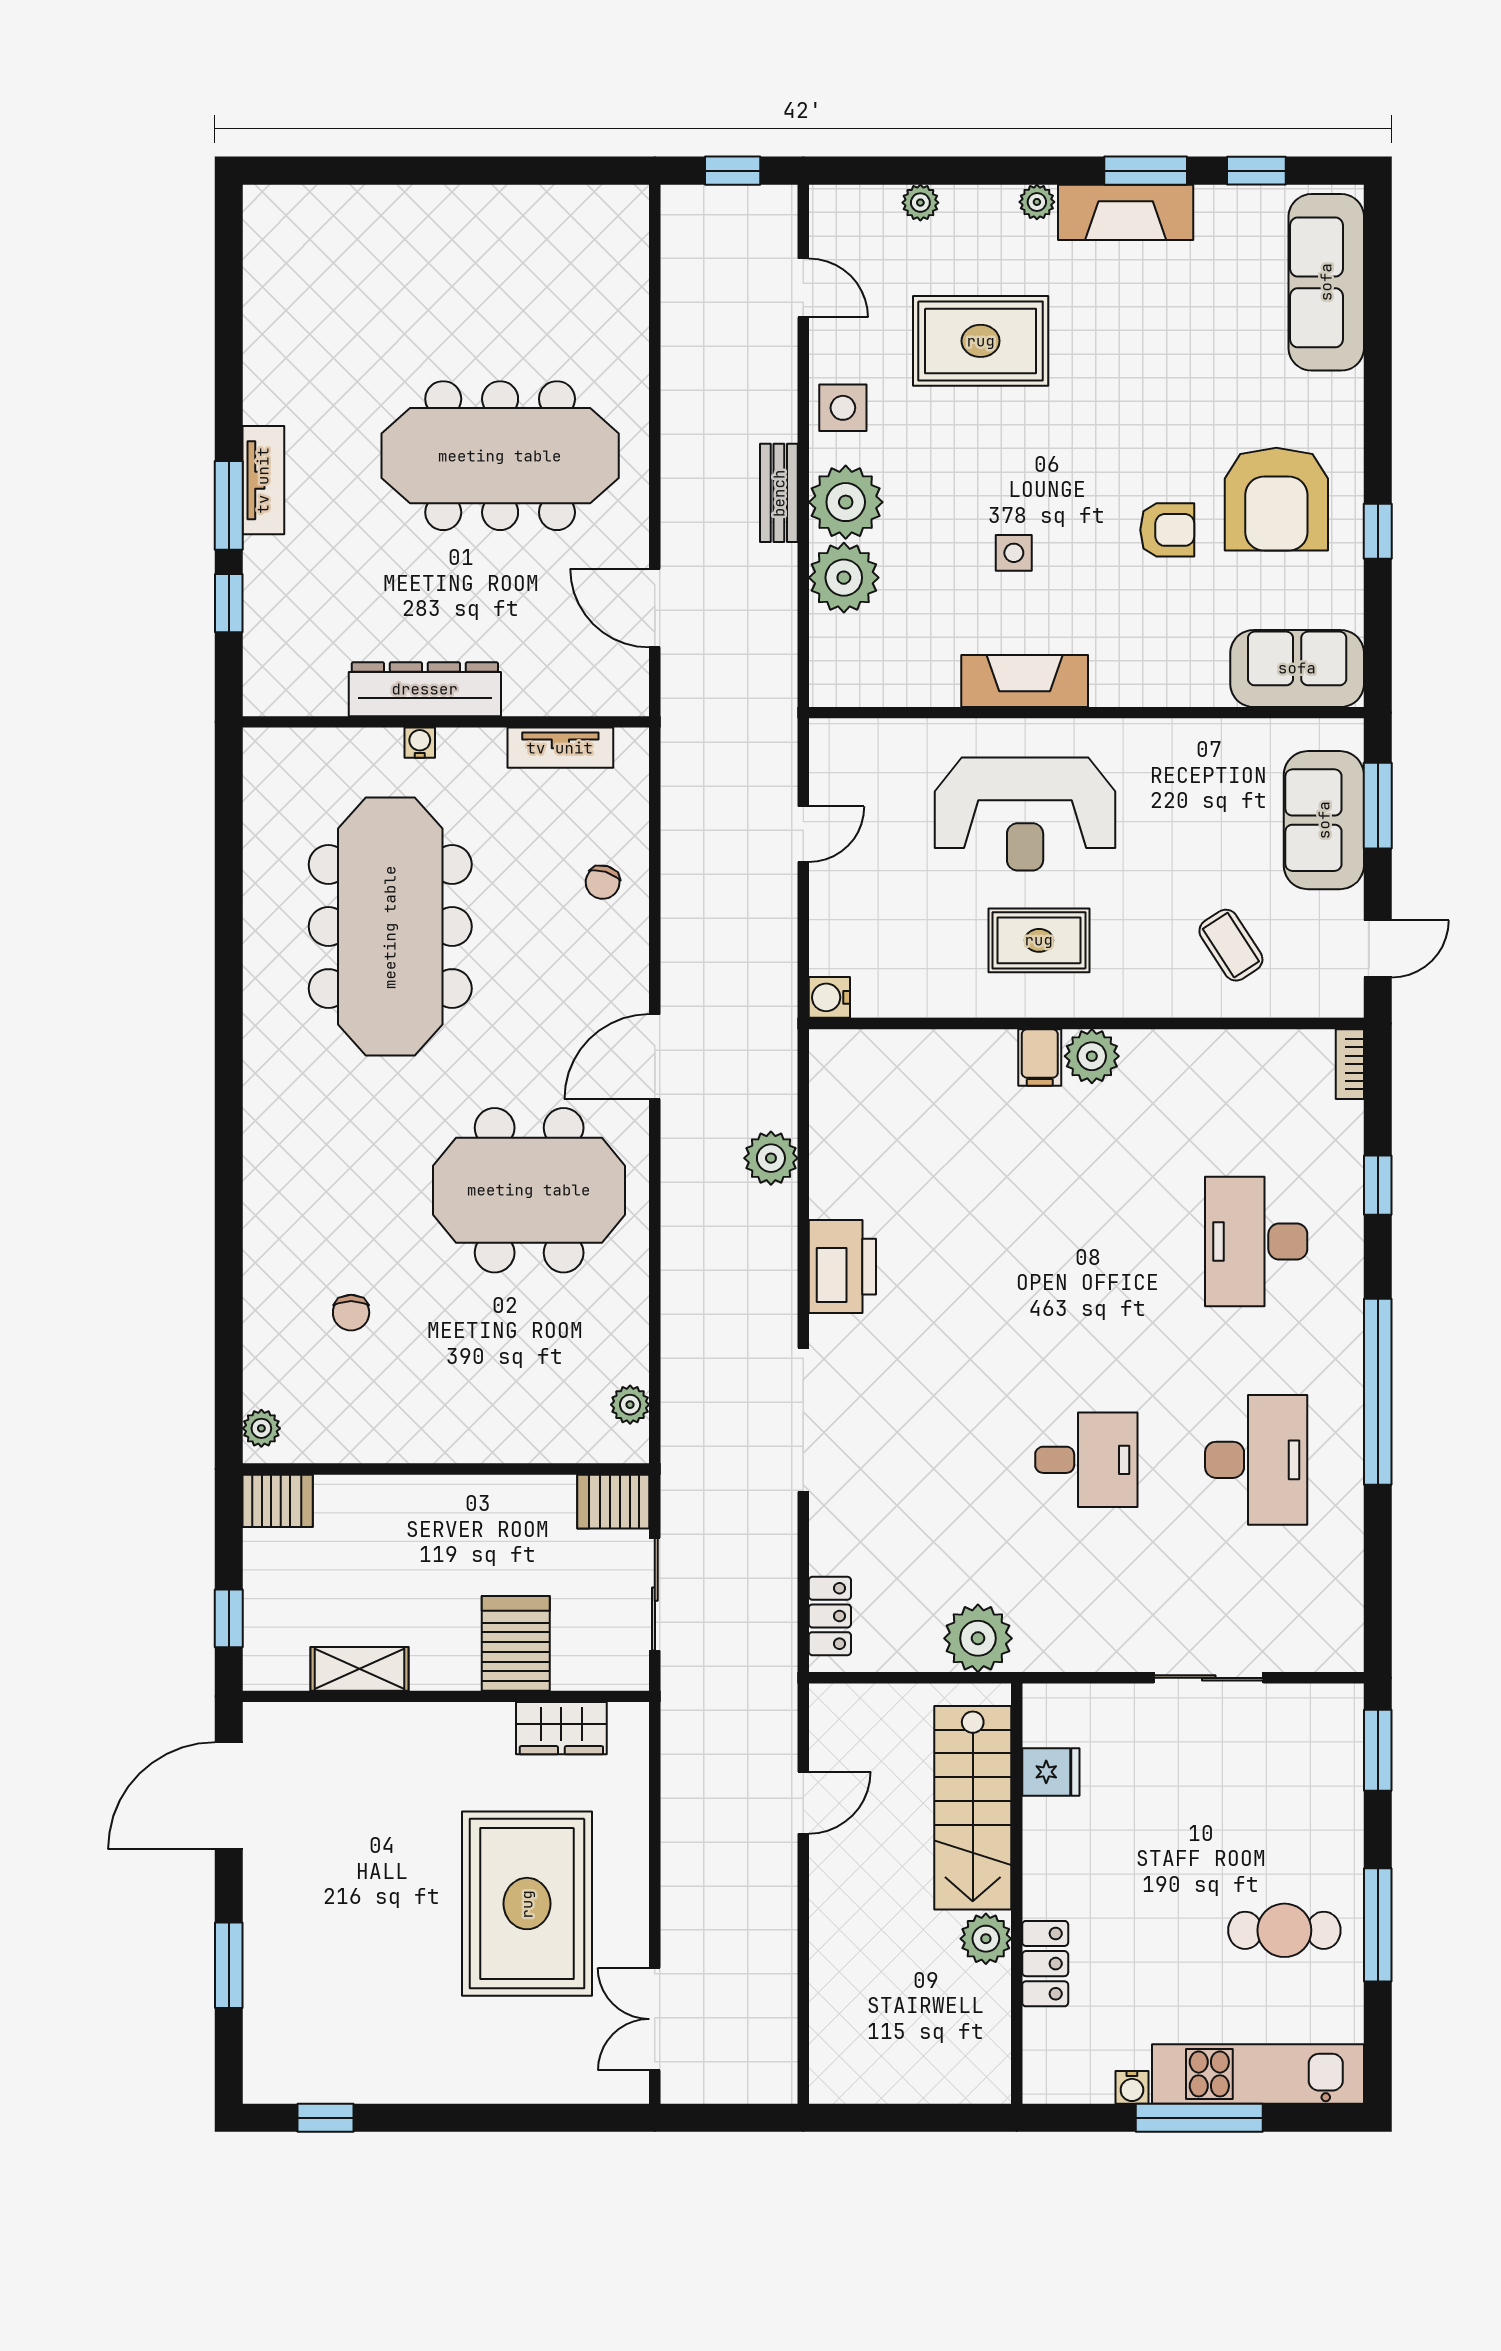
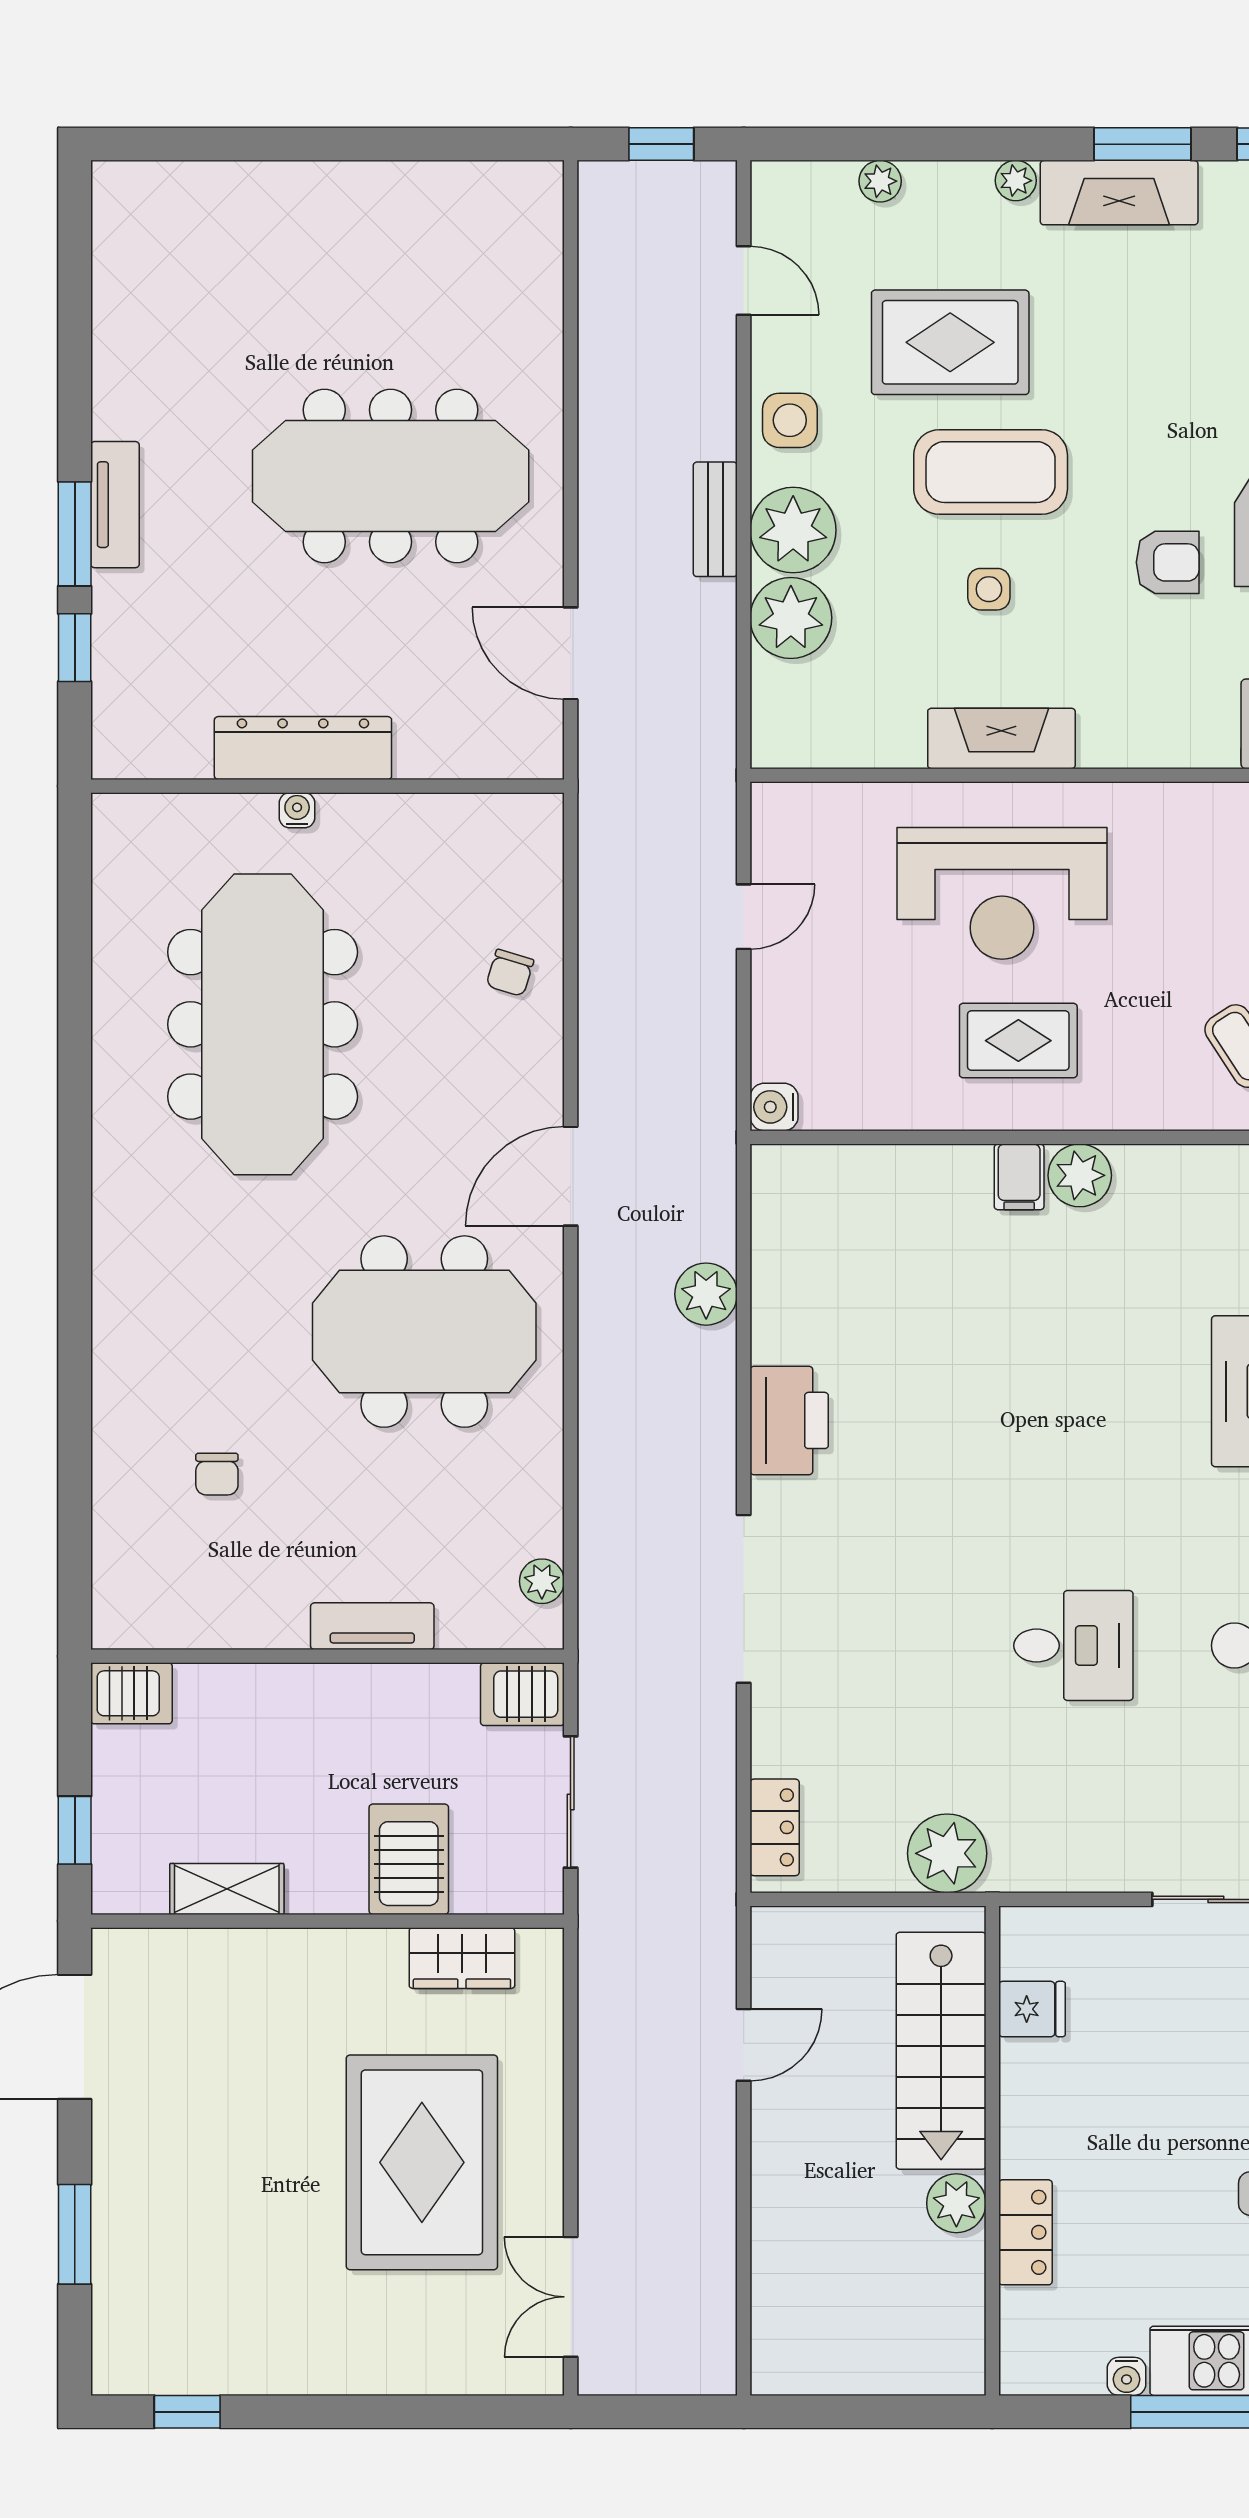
coffee table: (1015, 452) -> (991, 472), added
tv unit: (560, 748) -> (372, 1626), moved, turned 180
plant: (261, 1428) -> (113, 1609), removed

